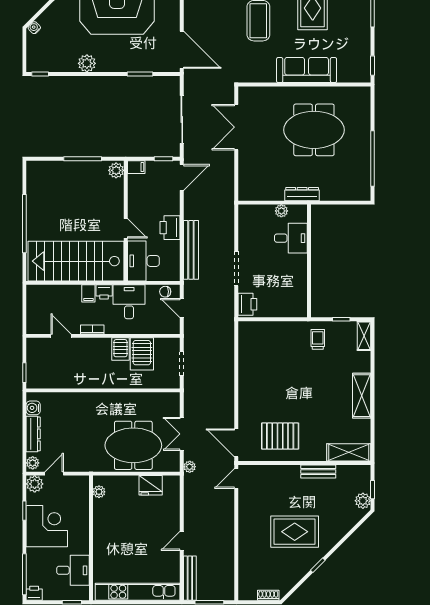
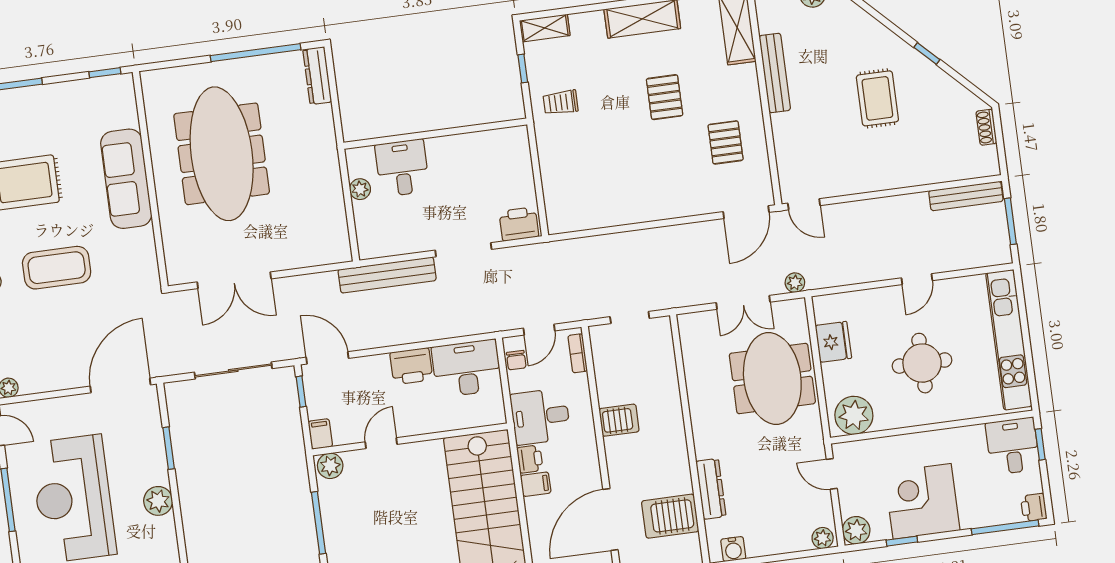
plant: (87, 63) -> (158, 501), moved
meeting table: (314, 130) -> (222, 154), width x1.36
dresser: (302, 194) -> (317, 76), moved
door: (126, 228) -> (381, 443), moved
bench: (191, 250) -> (387, 275), moved
desk: (143, 261) -> (467, 368), moved, turned 180
bookcase: (92, 329) -> (578, 353), moved
door: (61, 336) -> (610, 519), width x1.88
server rack: (142, 354) -> (670, 516), moved, turned 180
pallet: (312, 403) -> (665, 97), added
dresser: (33, 434) -> (711, 489), moved, turned 90
pallet: (280, 436) -> (726, 142), width x0.67, depth x0.71
bench: (318, 471) -> (775, 73), width x1.36
door: (54, 474) -> (832, 474), moved
plant: (99, 492) -> (854, 415), width x1.87, depth x1.87
rug: (295, 532) -> (877, 98), width x0.73, depth x0.70
round table: (131, 537) -> (922, 363), added
door: (182, 541) -> (917, 279), hinge flipped
desk: (73, 570) -> (1013, 446), moved
bench: (190, 578) -> (966, 196), moved

